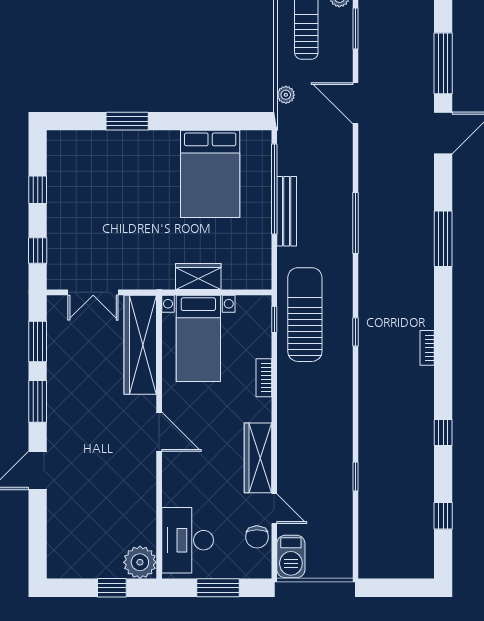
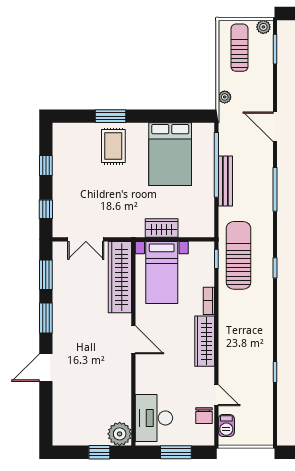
door: (356, 103) -> (275, 127), moved
rug: (131, 163) -> (113, 146), added
wardrobe: (258, 458) -> (205, 341), moved
barbecue: (291, 556) -> (226, 426), width x0.73, depth x0.79

